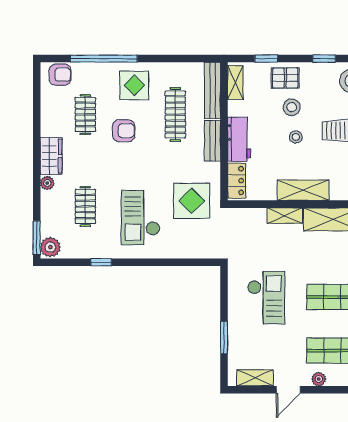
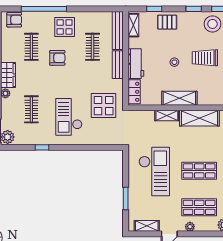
stool: (292, 107) -> (172, 42), removed
clothes rail: (175, 114) -> (92, 47), width x0.73
checkout: (266, 298) -> (154, 171), width x1.36, depth x1.21

